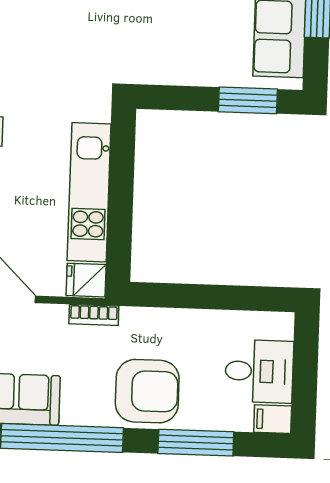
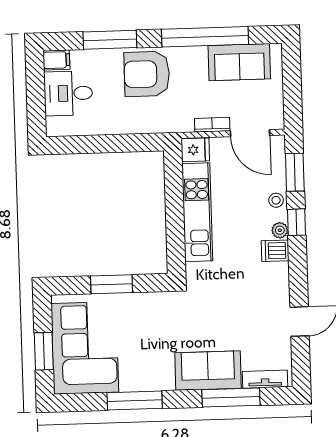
window: (248, 100) -> (112, 284), moved
bookcase: (94, 315) -> (212, 125), moved

